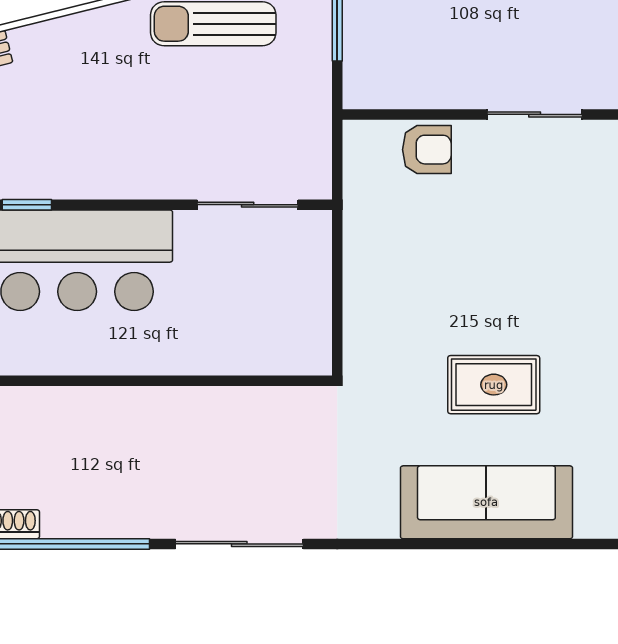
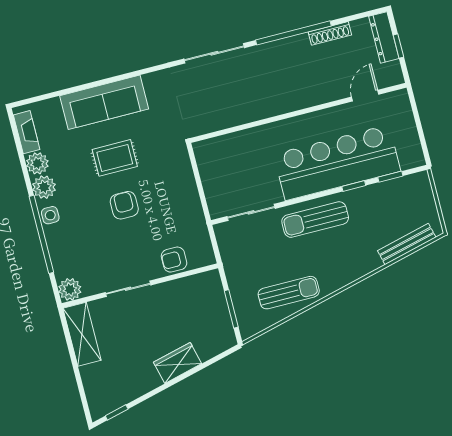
sun lounger: (122, 157) -> (315, 220), added
armchair: (499, 284) -> (124, 205), added

